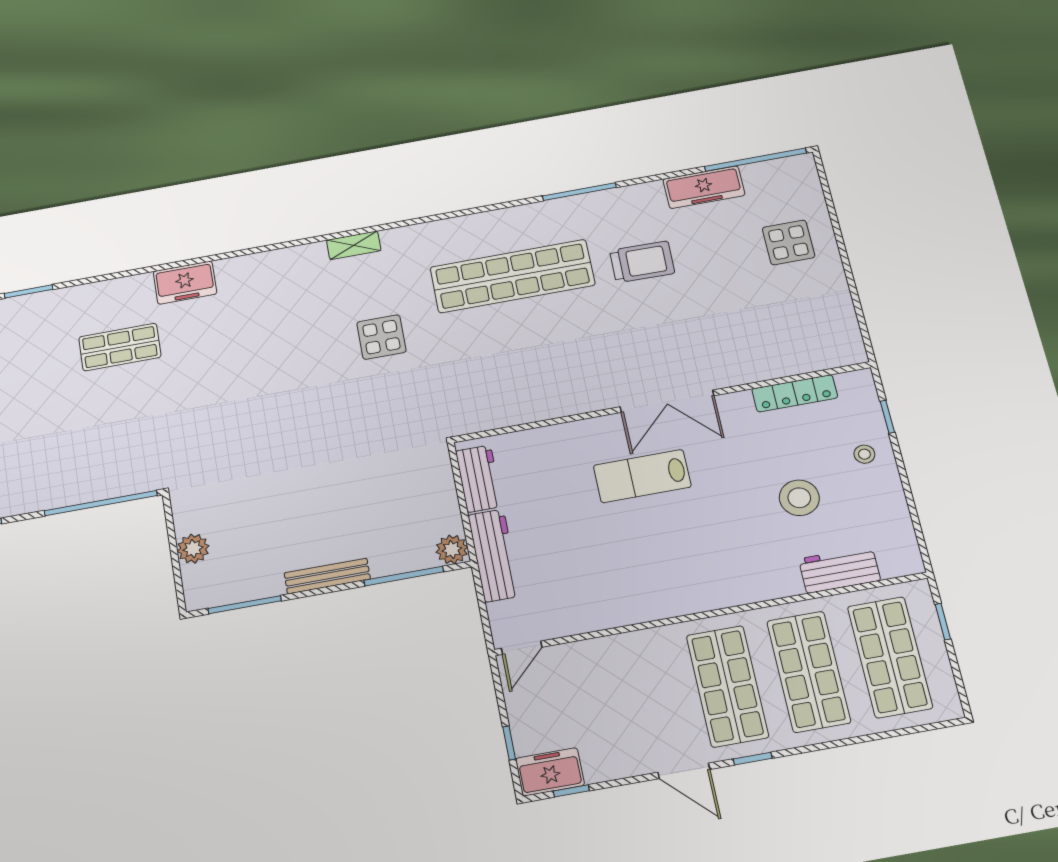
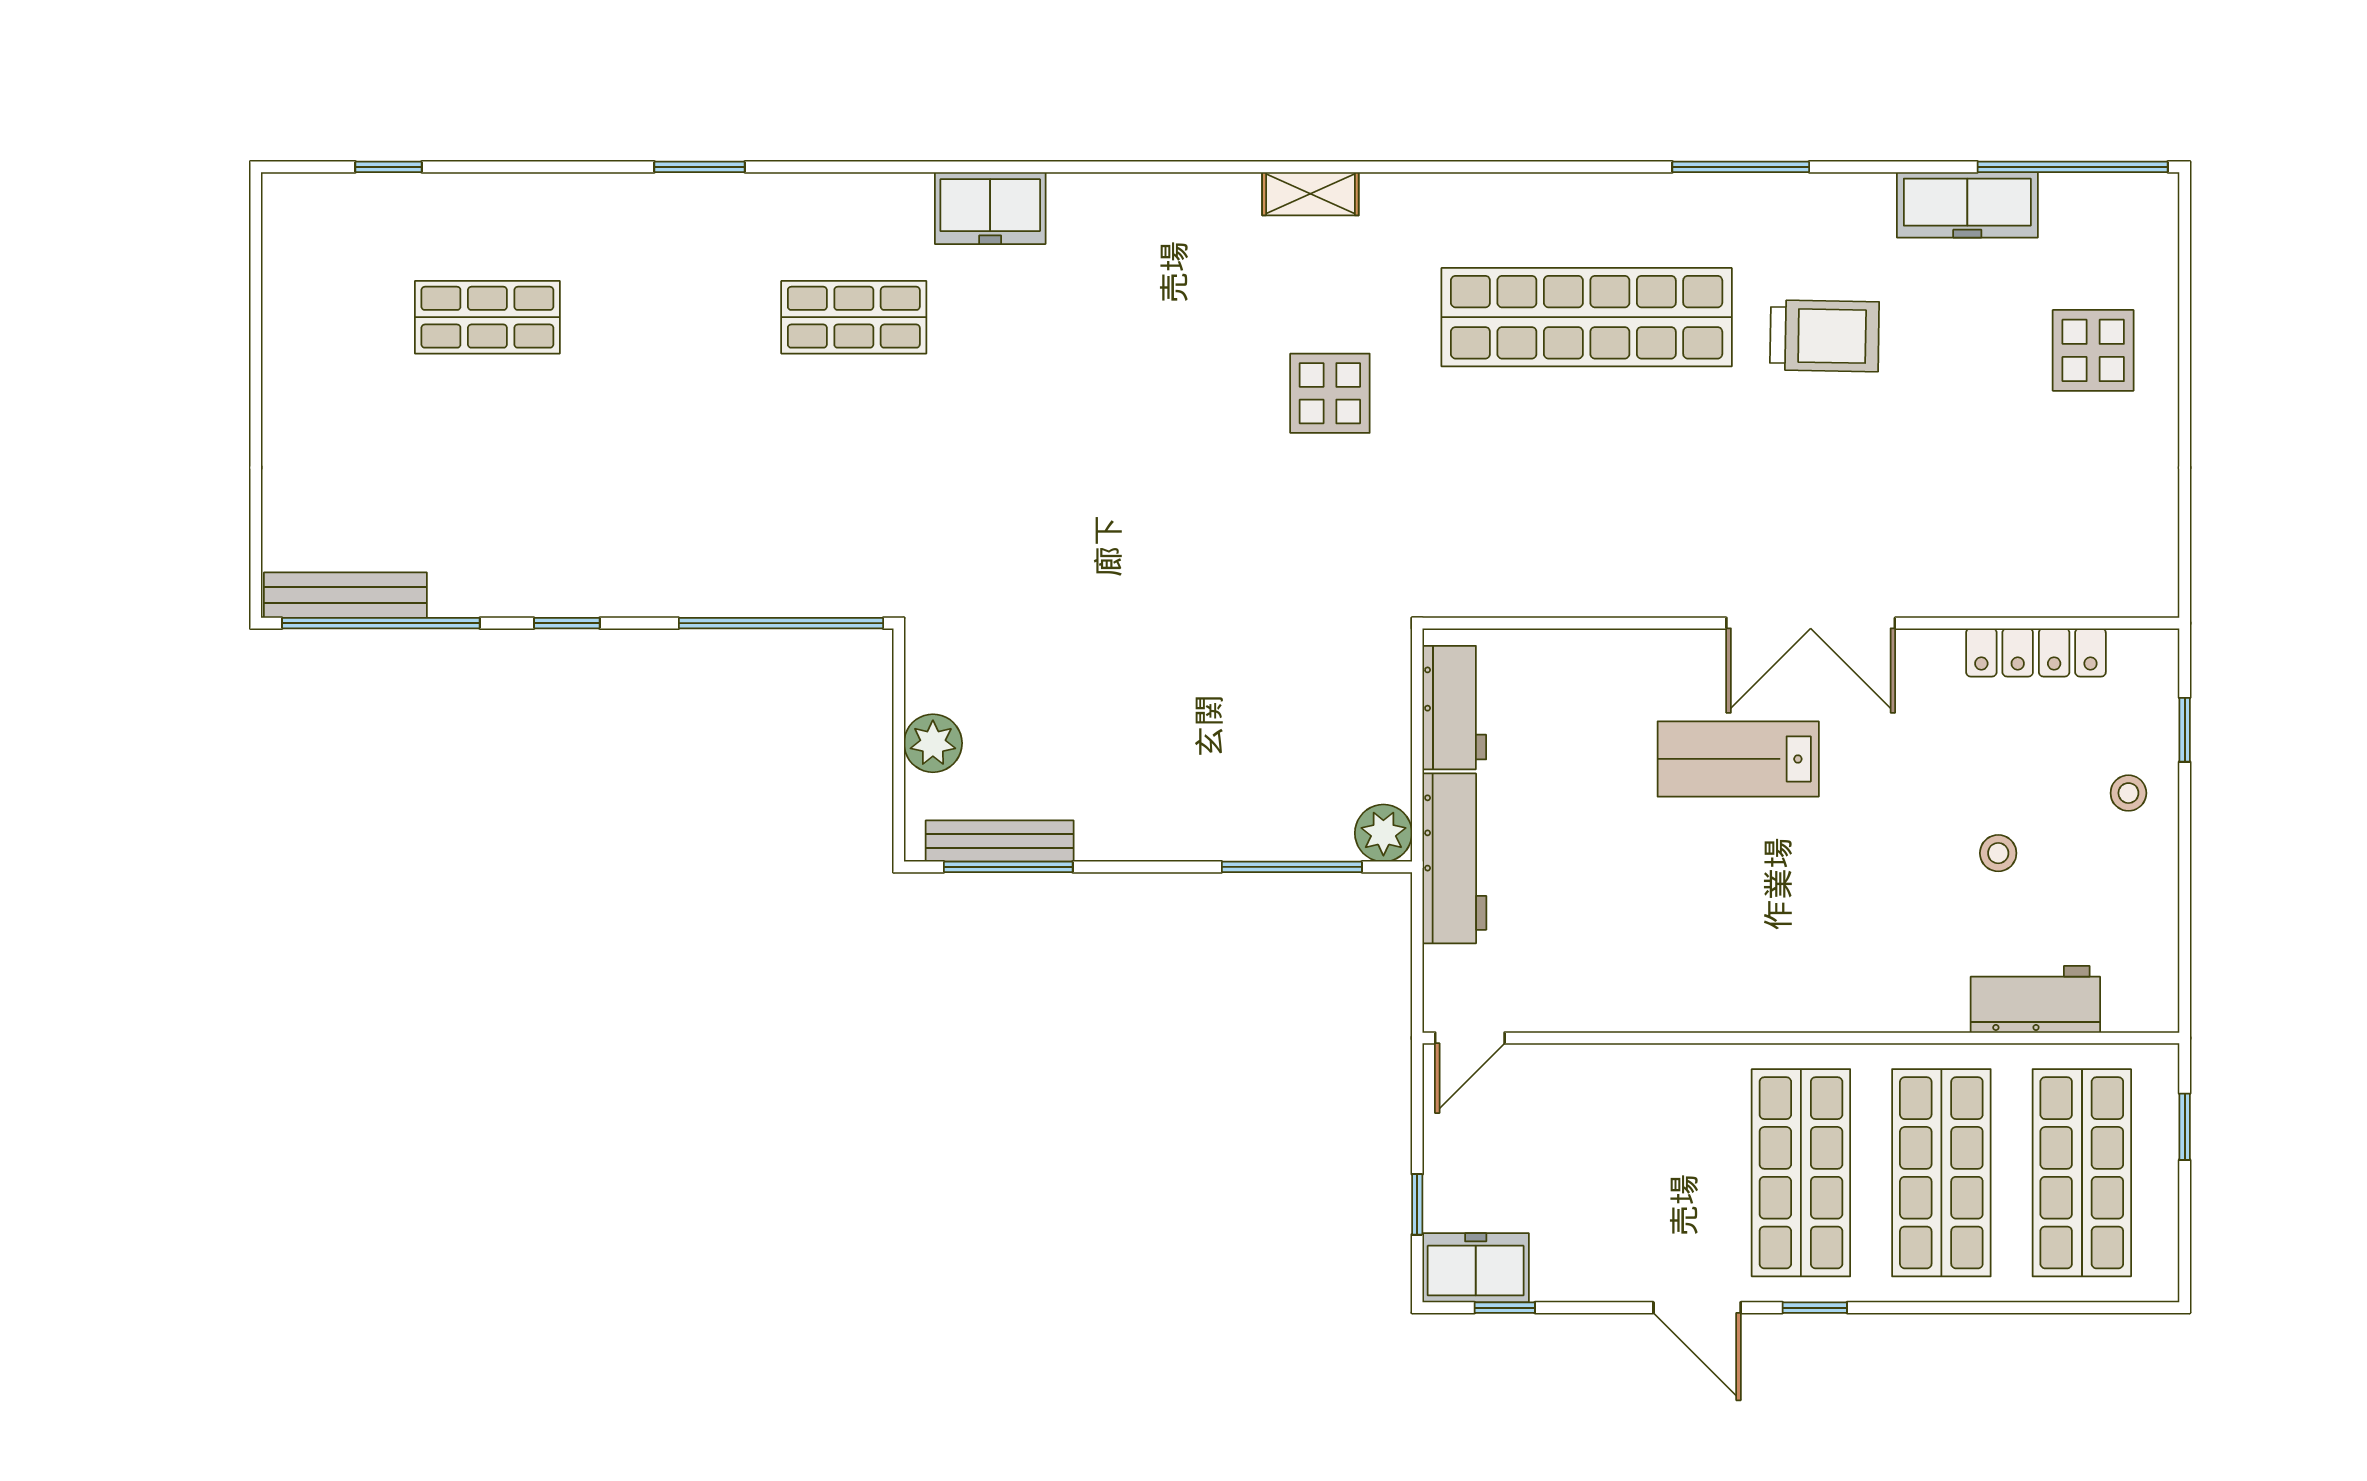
stool: (799, 498) -> (1998, 853), width x0.53, depth x0.53
bench: (327, 576) -> (1000, 841), moved

